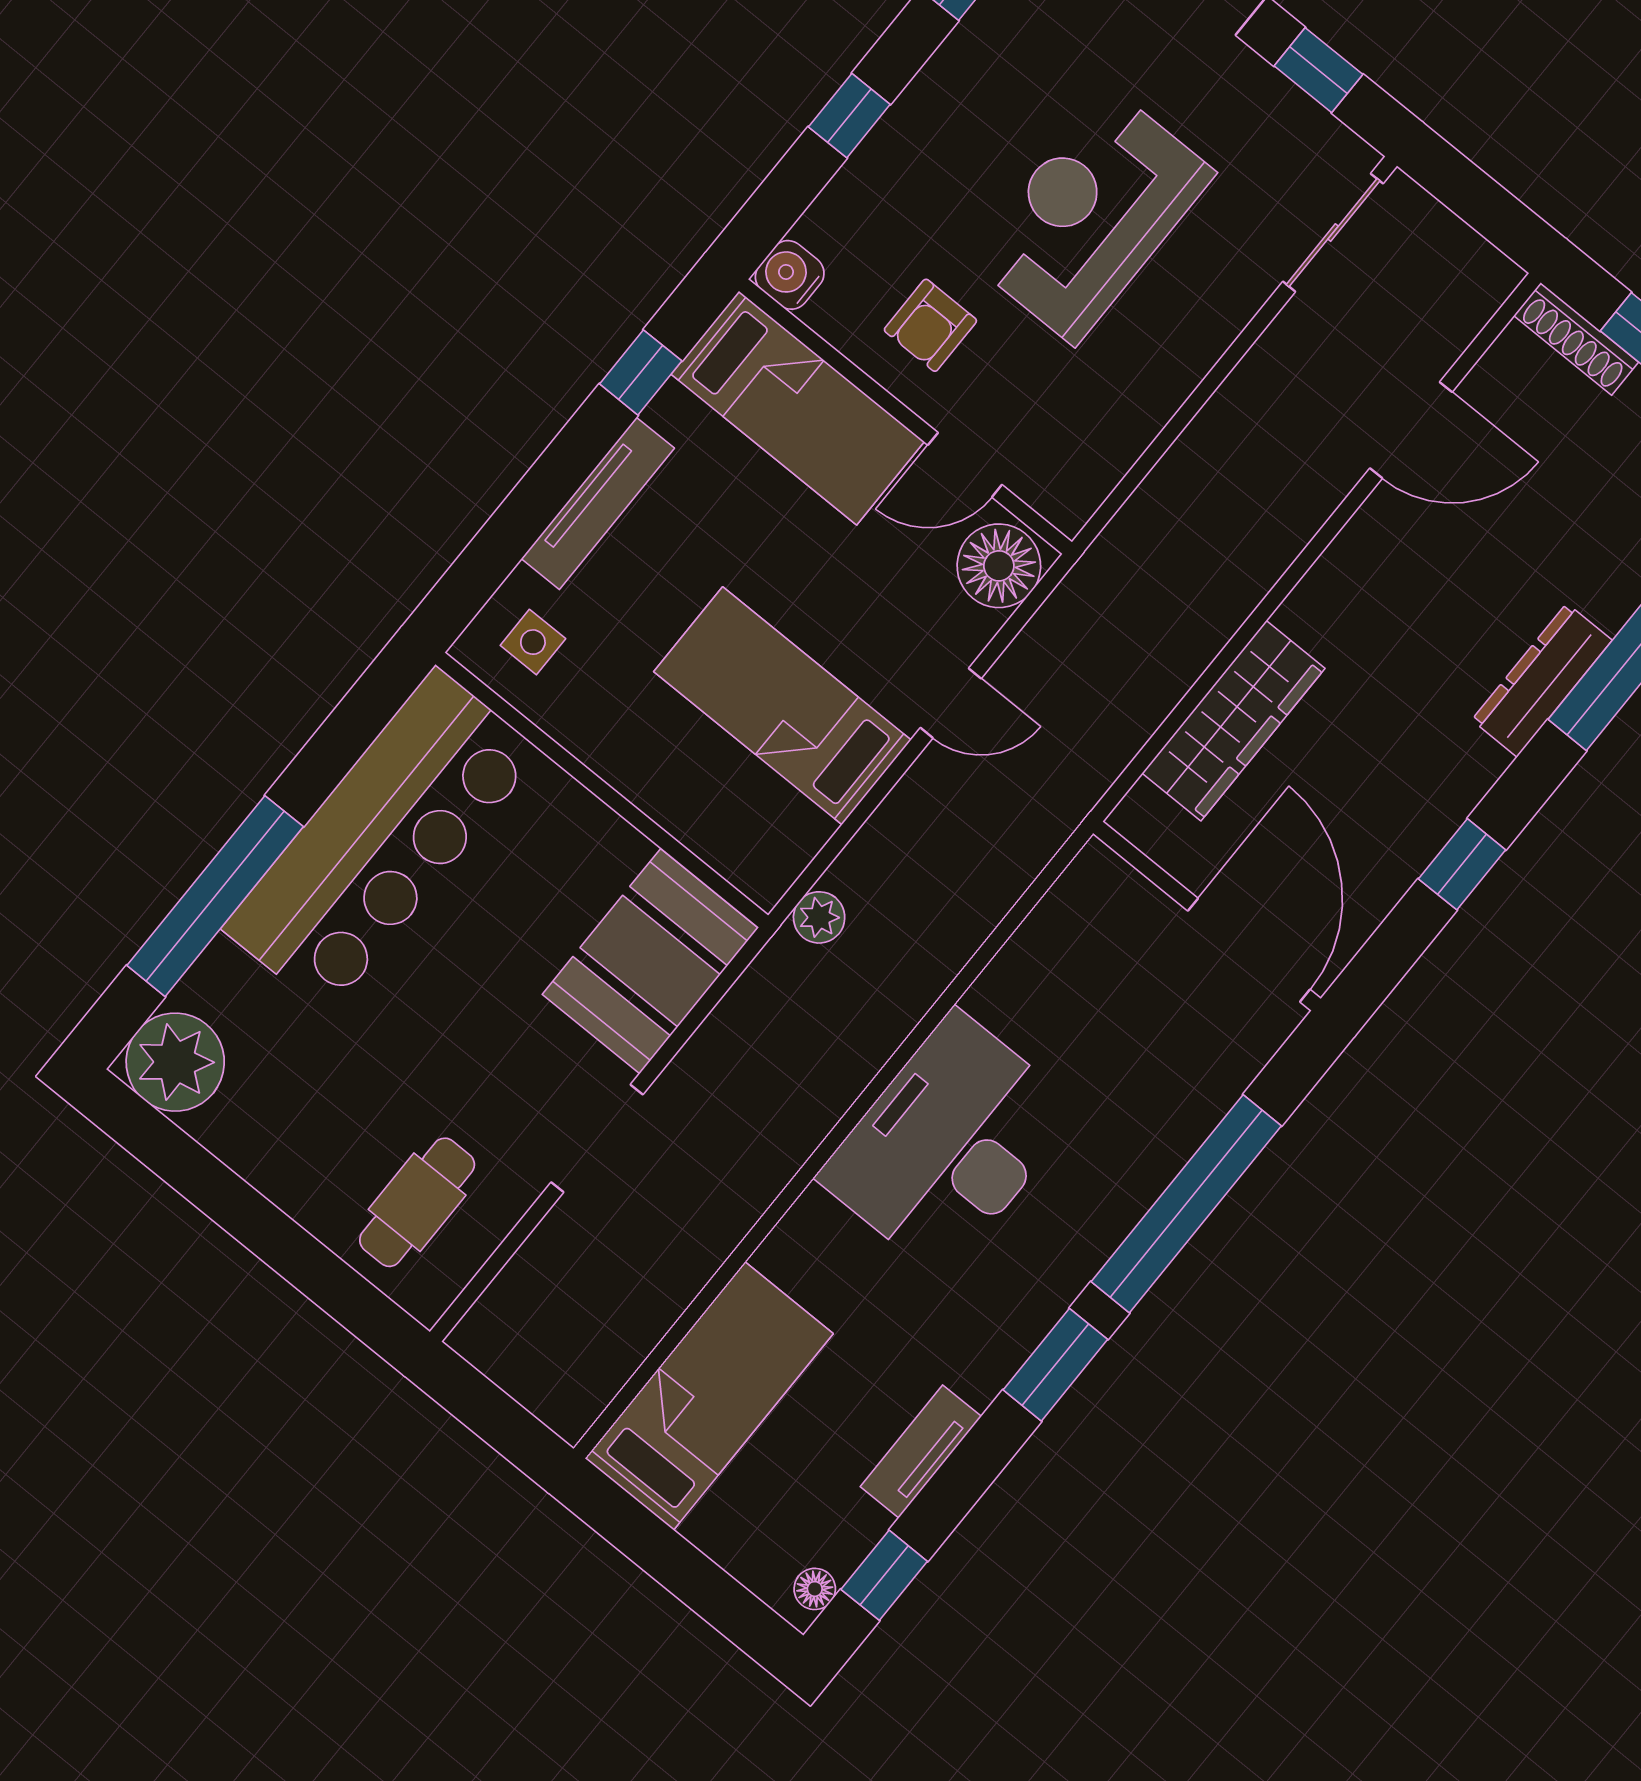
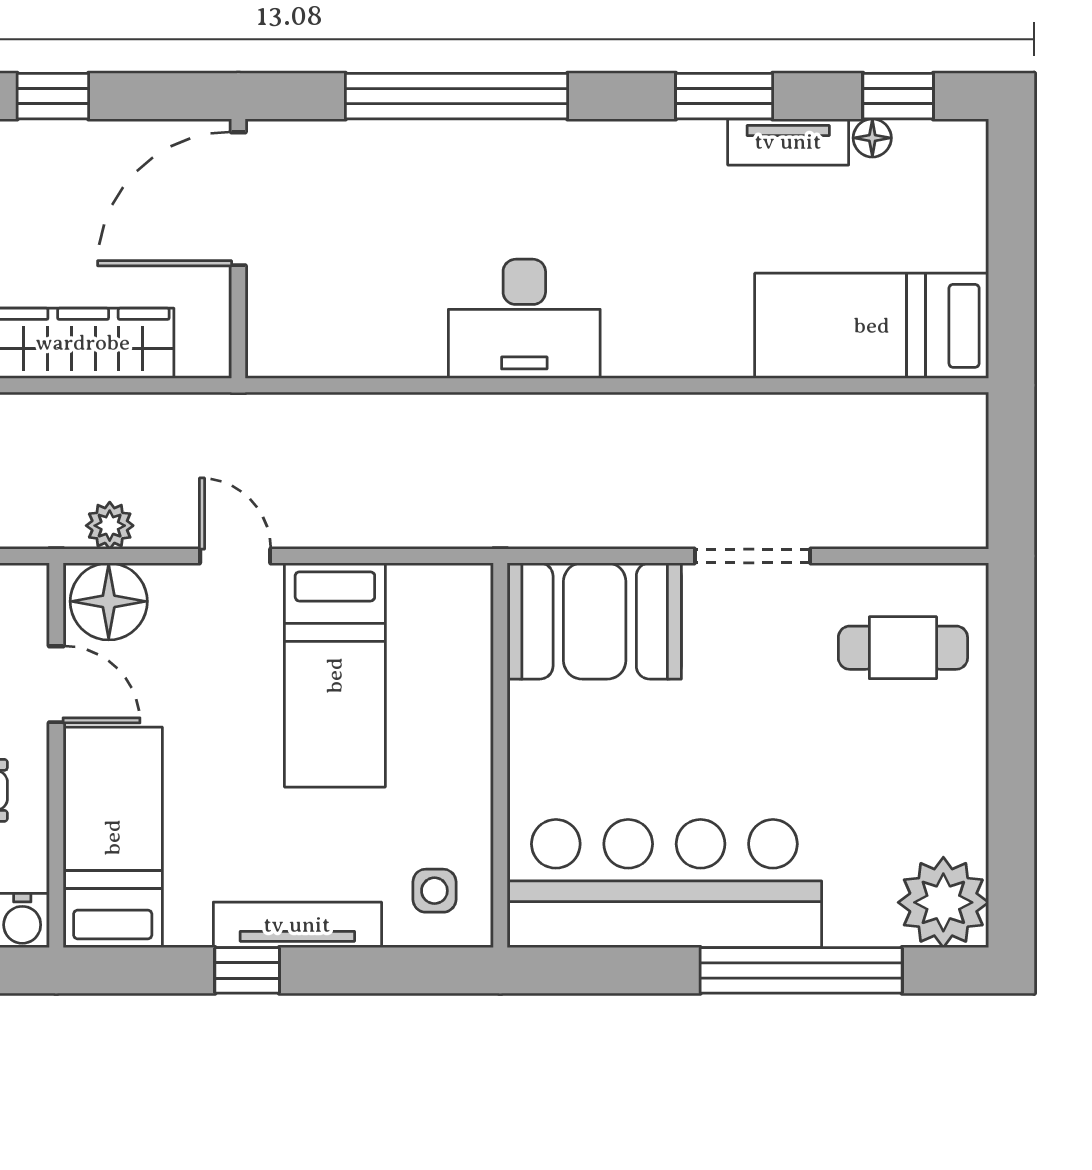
window: (641, 372) -> (247, 970), moved
plant: (819, 917) -> (110, 526), moved
desk: (949, 1144) -> (524, 319), width x0.73, depth x0.77
window: (1055, 1365) -> (724, 96), moved
floor lamp: (815, 1589) -> (872, 138), moved

